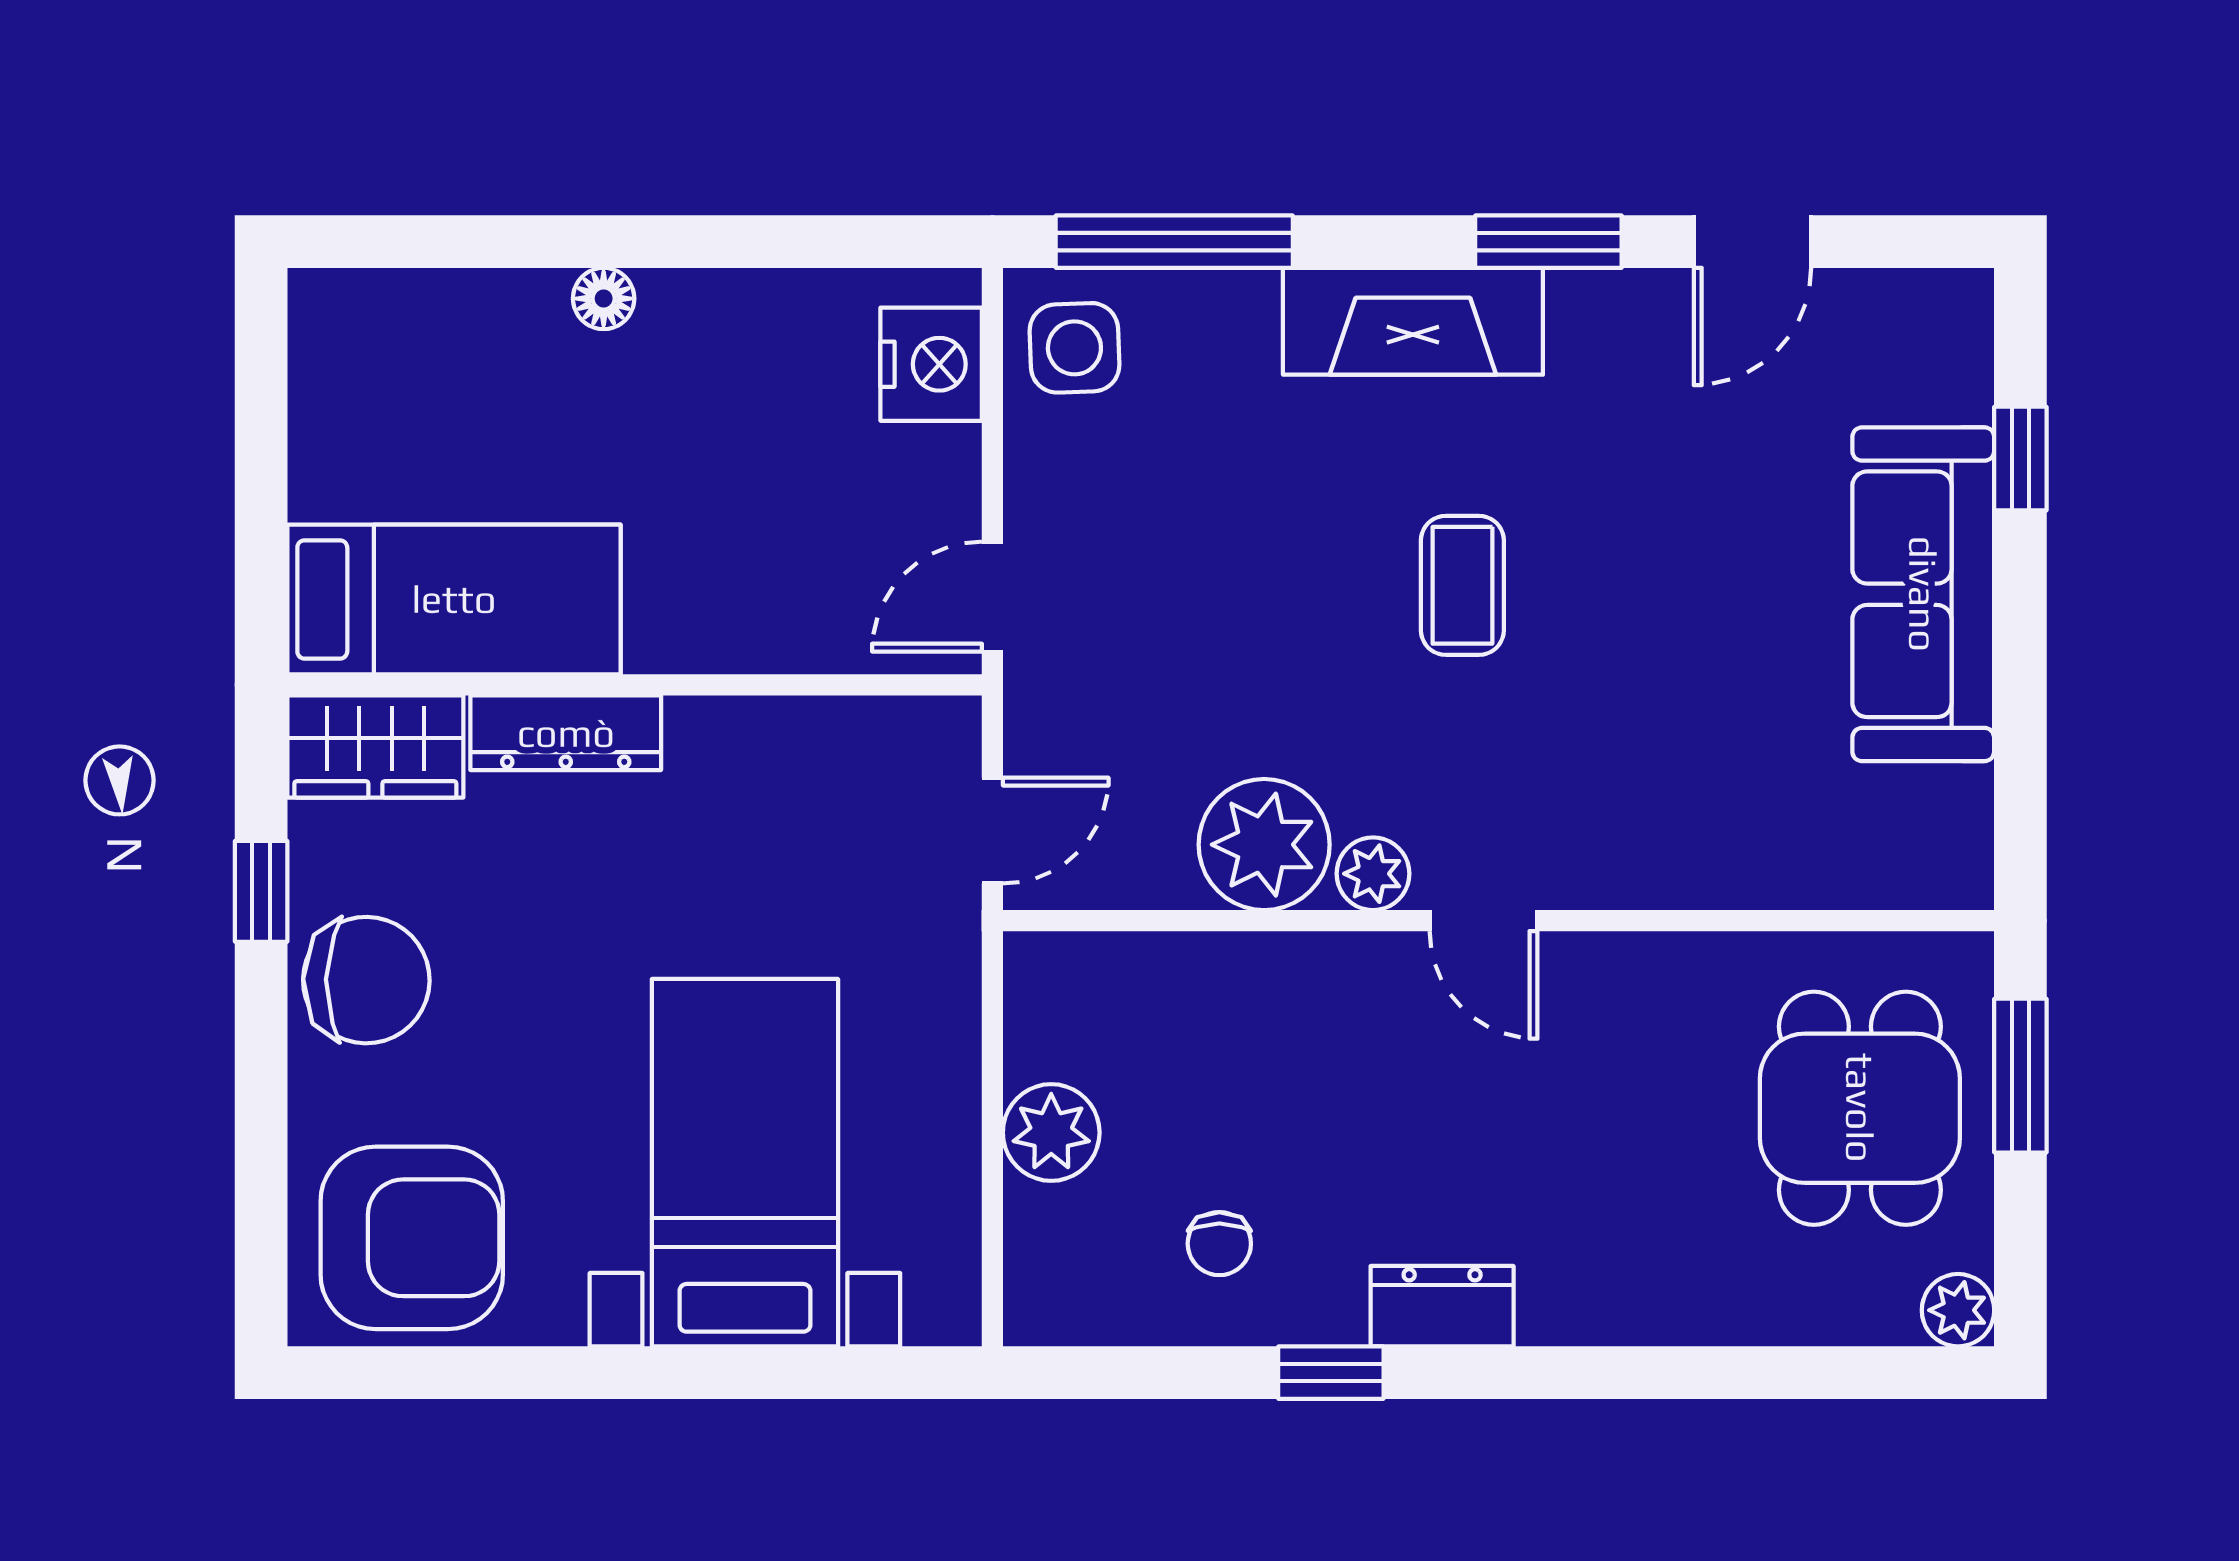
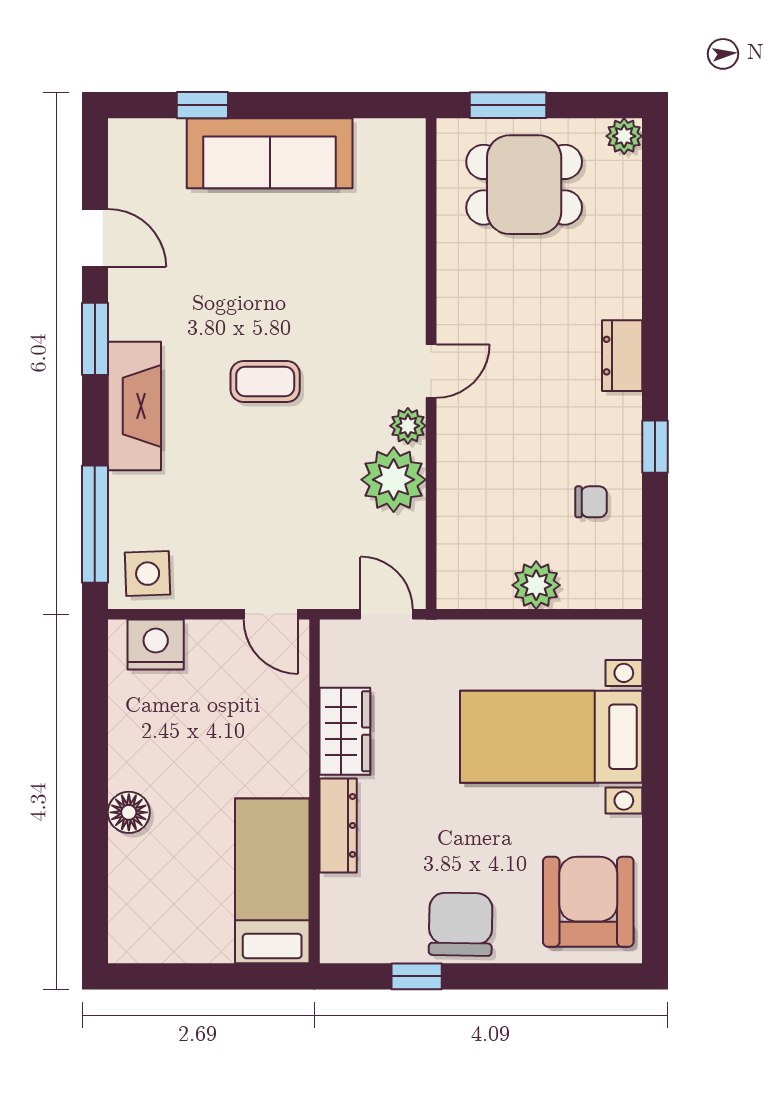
floor lamp: (604, 299) -> (129, 812), width x1.37, depth x1.37
wardrobe: (375, 746) -> (345, 731), moved
dresser: (1442, 1306) -> (622, 356), moved

